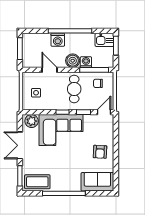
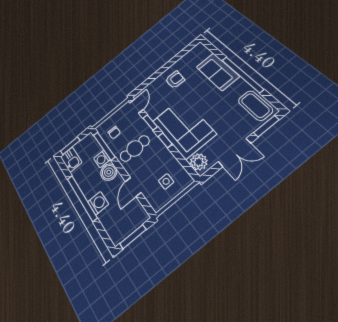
door: (104, 112) -> (136, 106), swing flipped
sofa: (97, 182) -> (218, 72), moved

